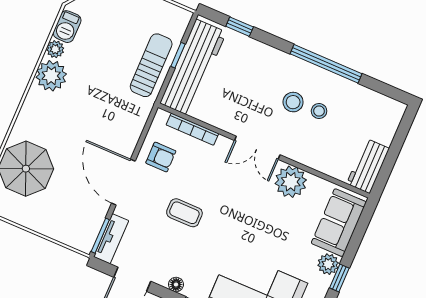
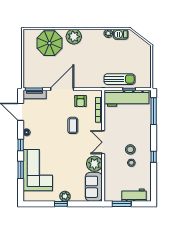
window: (240, 27) -> (154, 111), width x2.17
window: (326, 64) -> (154, 157), width x0.32
plant: (51, 76) -> (74, 37), moved
window: (389, 163) -> (122, 204), added
workbench: (368, 166) -> (134, 195), moved
coffee table: (184, 213) -> (73, 125), moved
sofa: (339, 223) -> (94, 187), moved, turned -90

